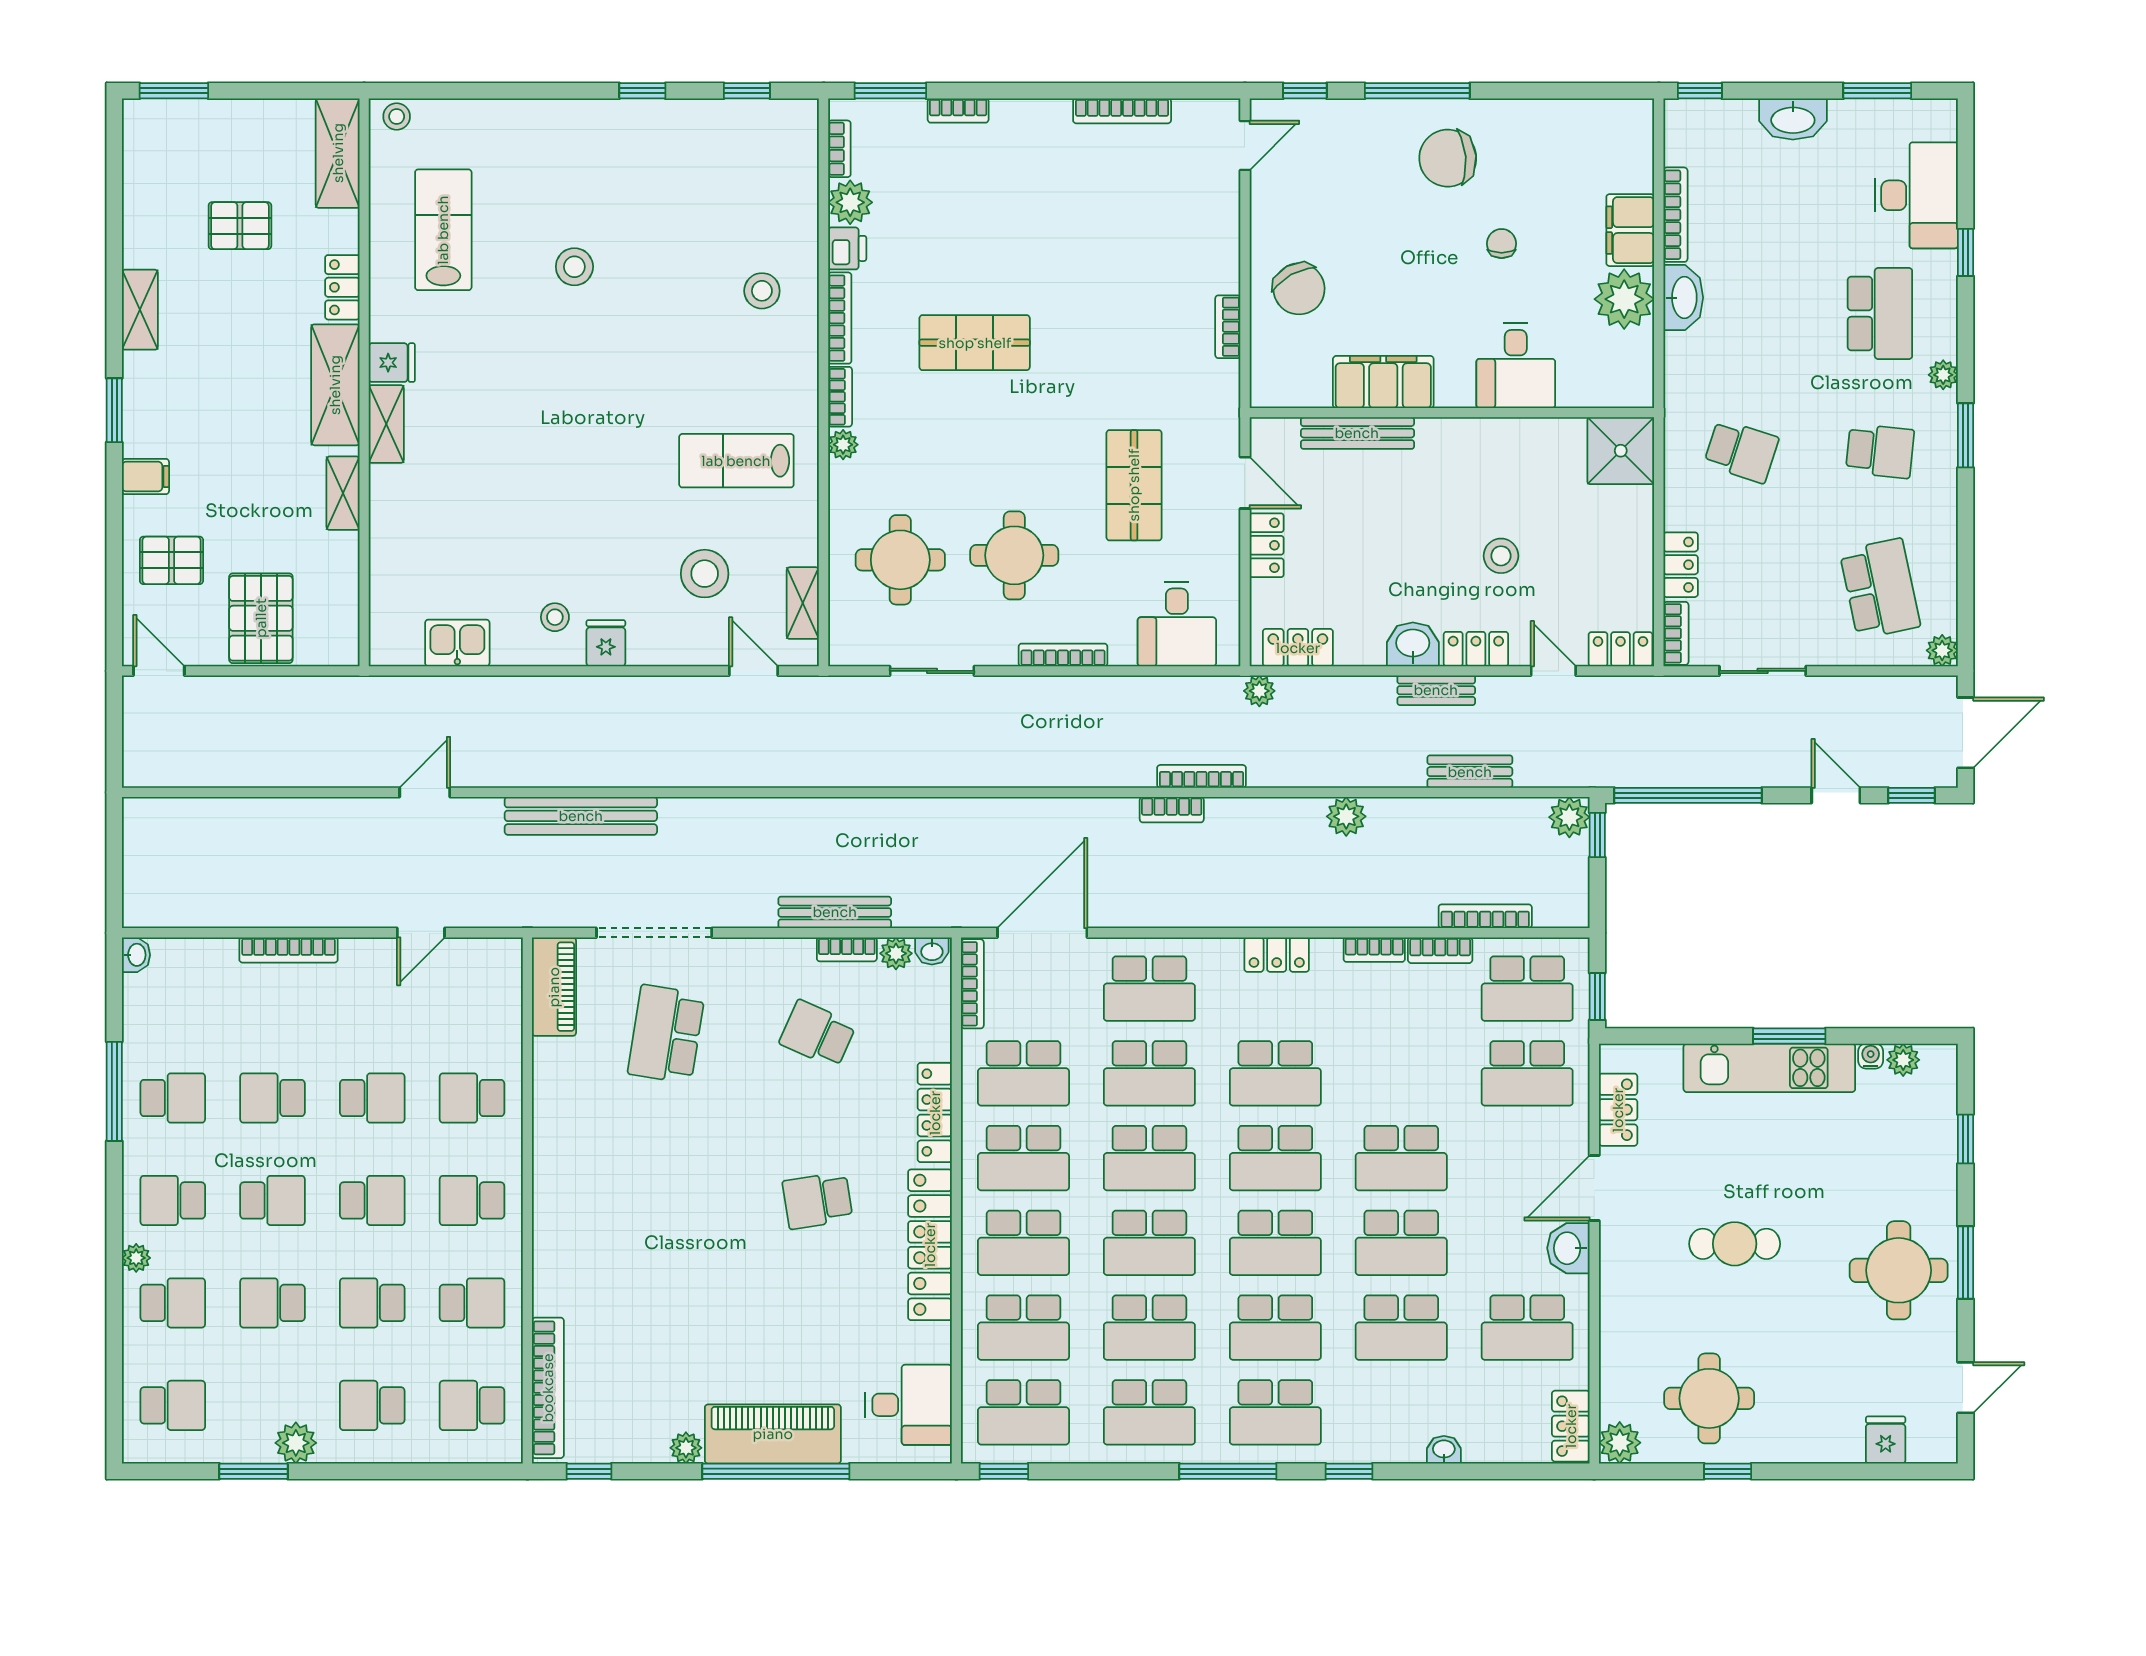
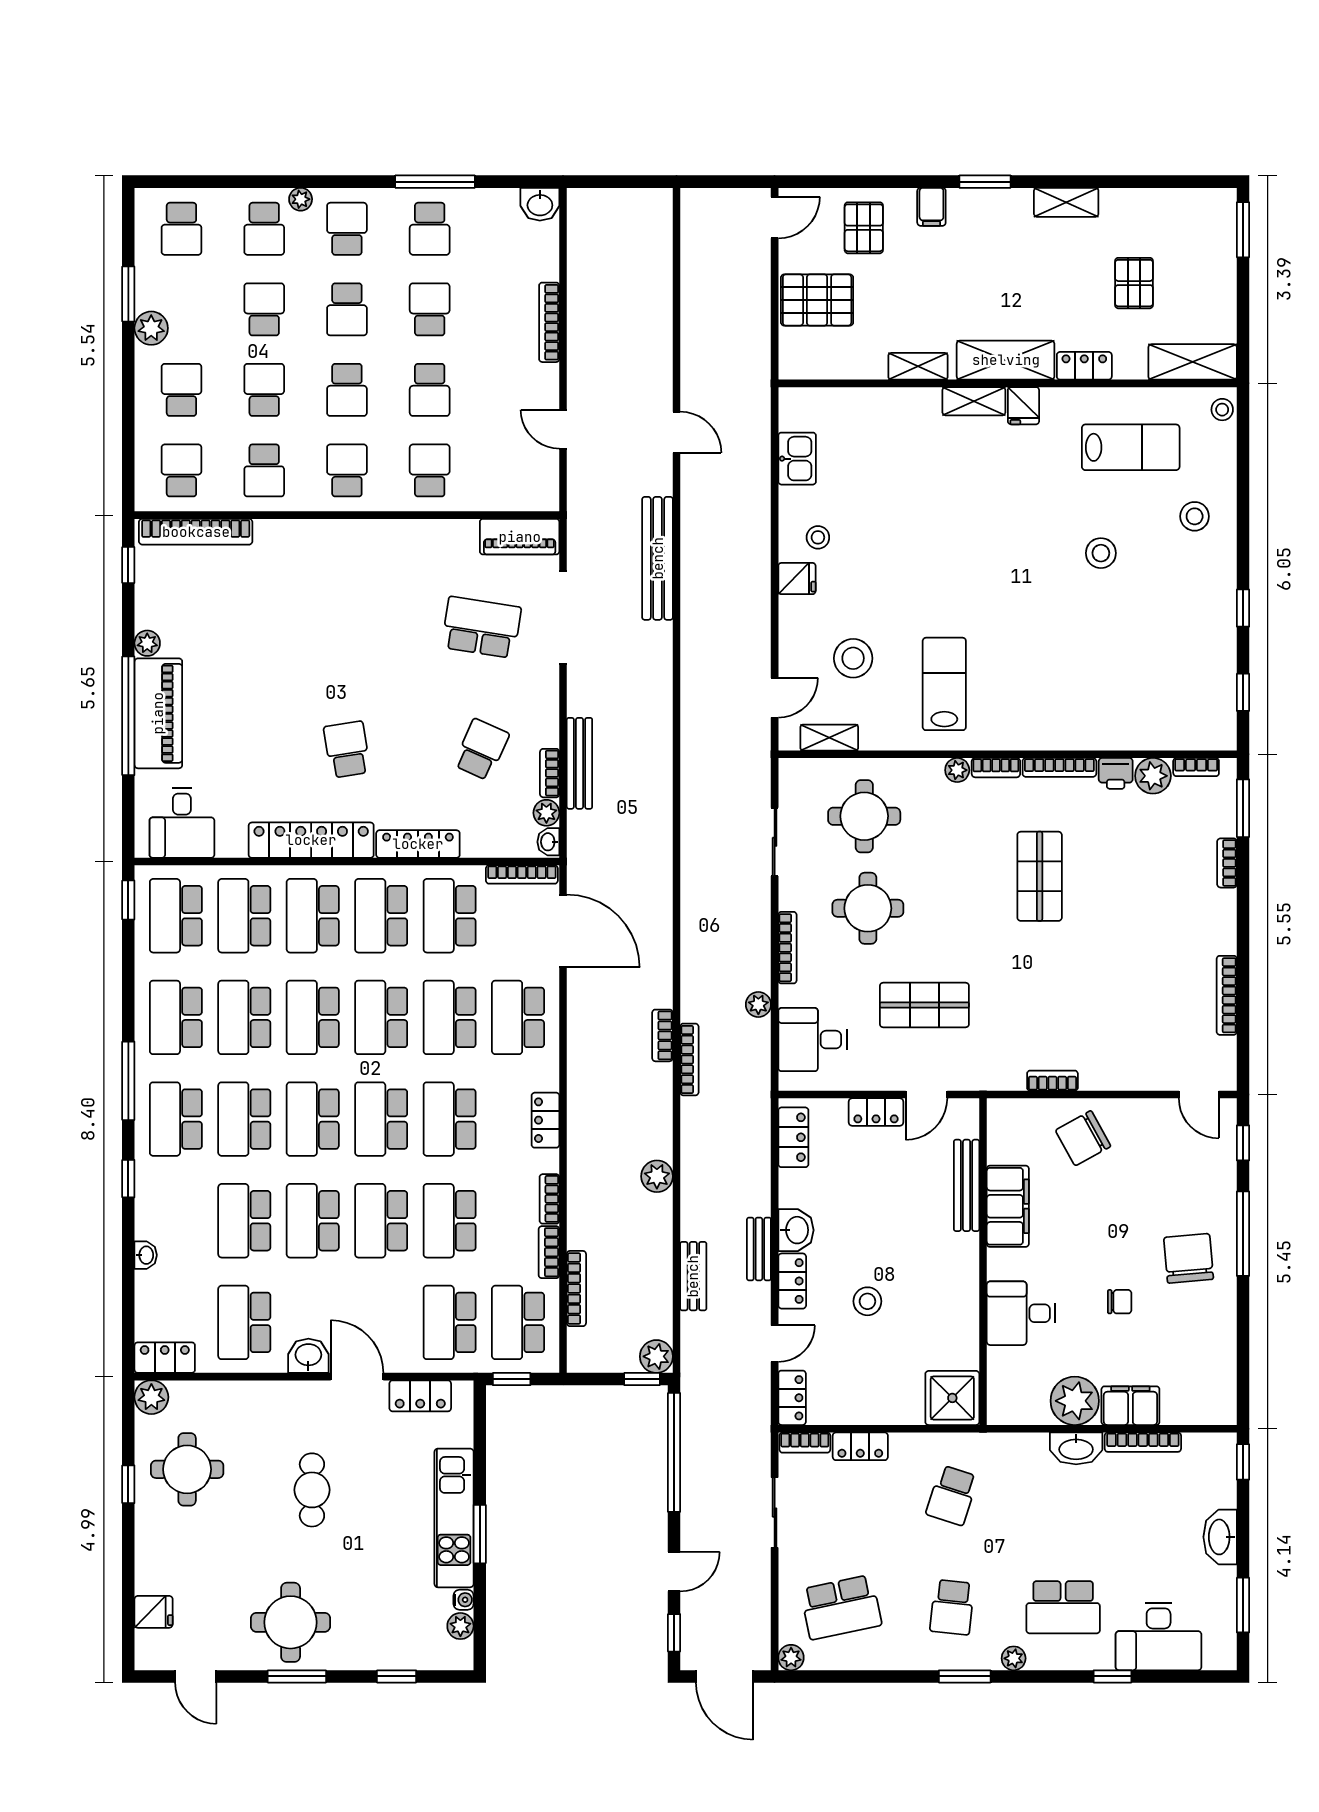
stool: (762, 291) -> (1195, 516), moved
plant: (1259, 691) -> (758, 1005), moved
washbasin: (136, 955) -> (540, 204), width x1.38, depth x1.45
school desk: (1401, 1073) -> (450, 1221), added

